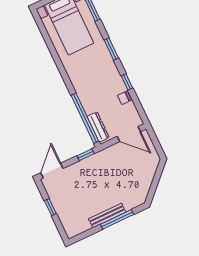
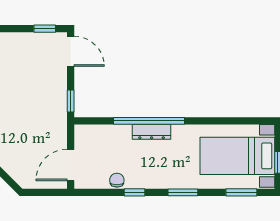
window: (85, 118) -> (149, 121), moved
dresser: (98, 127) -> (152, 132), moved
window: (50, 207) -> (45, 29), moved

